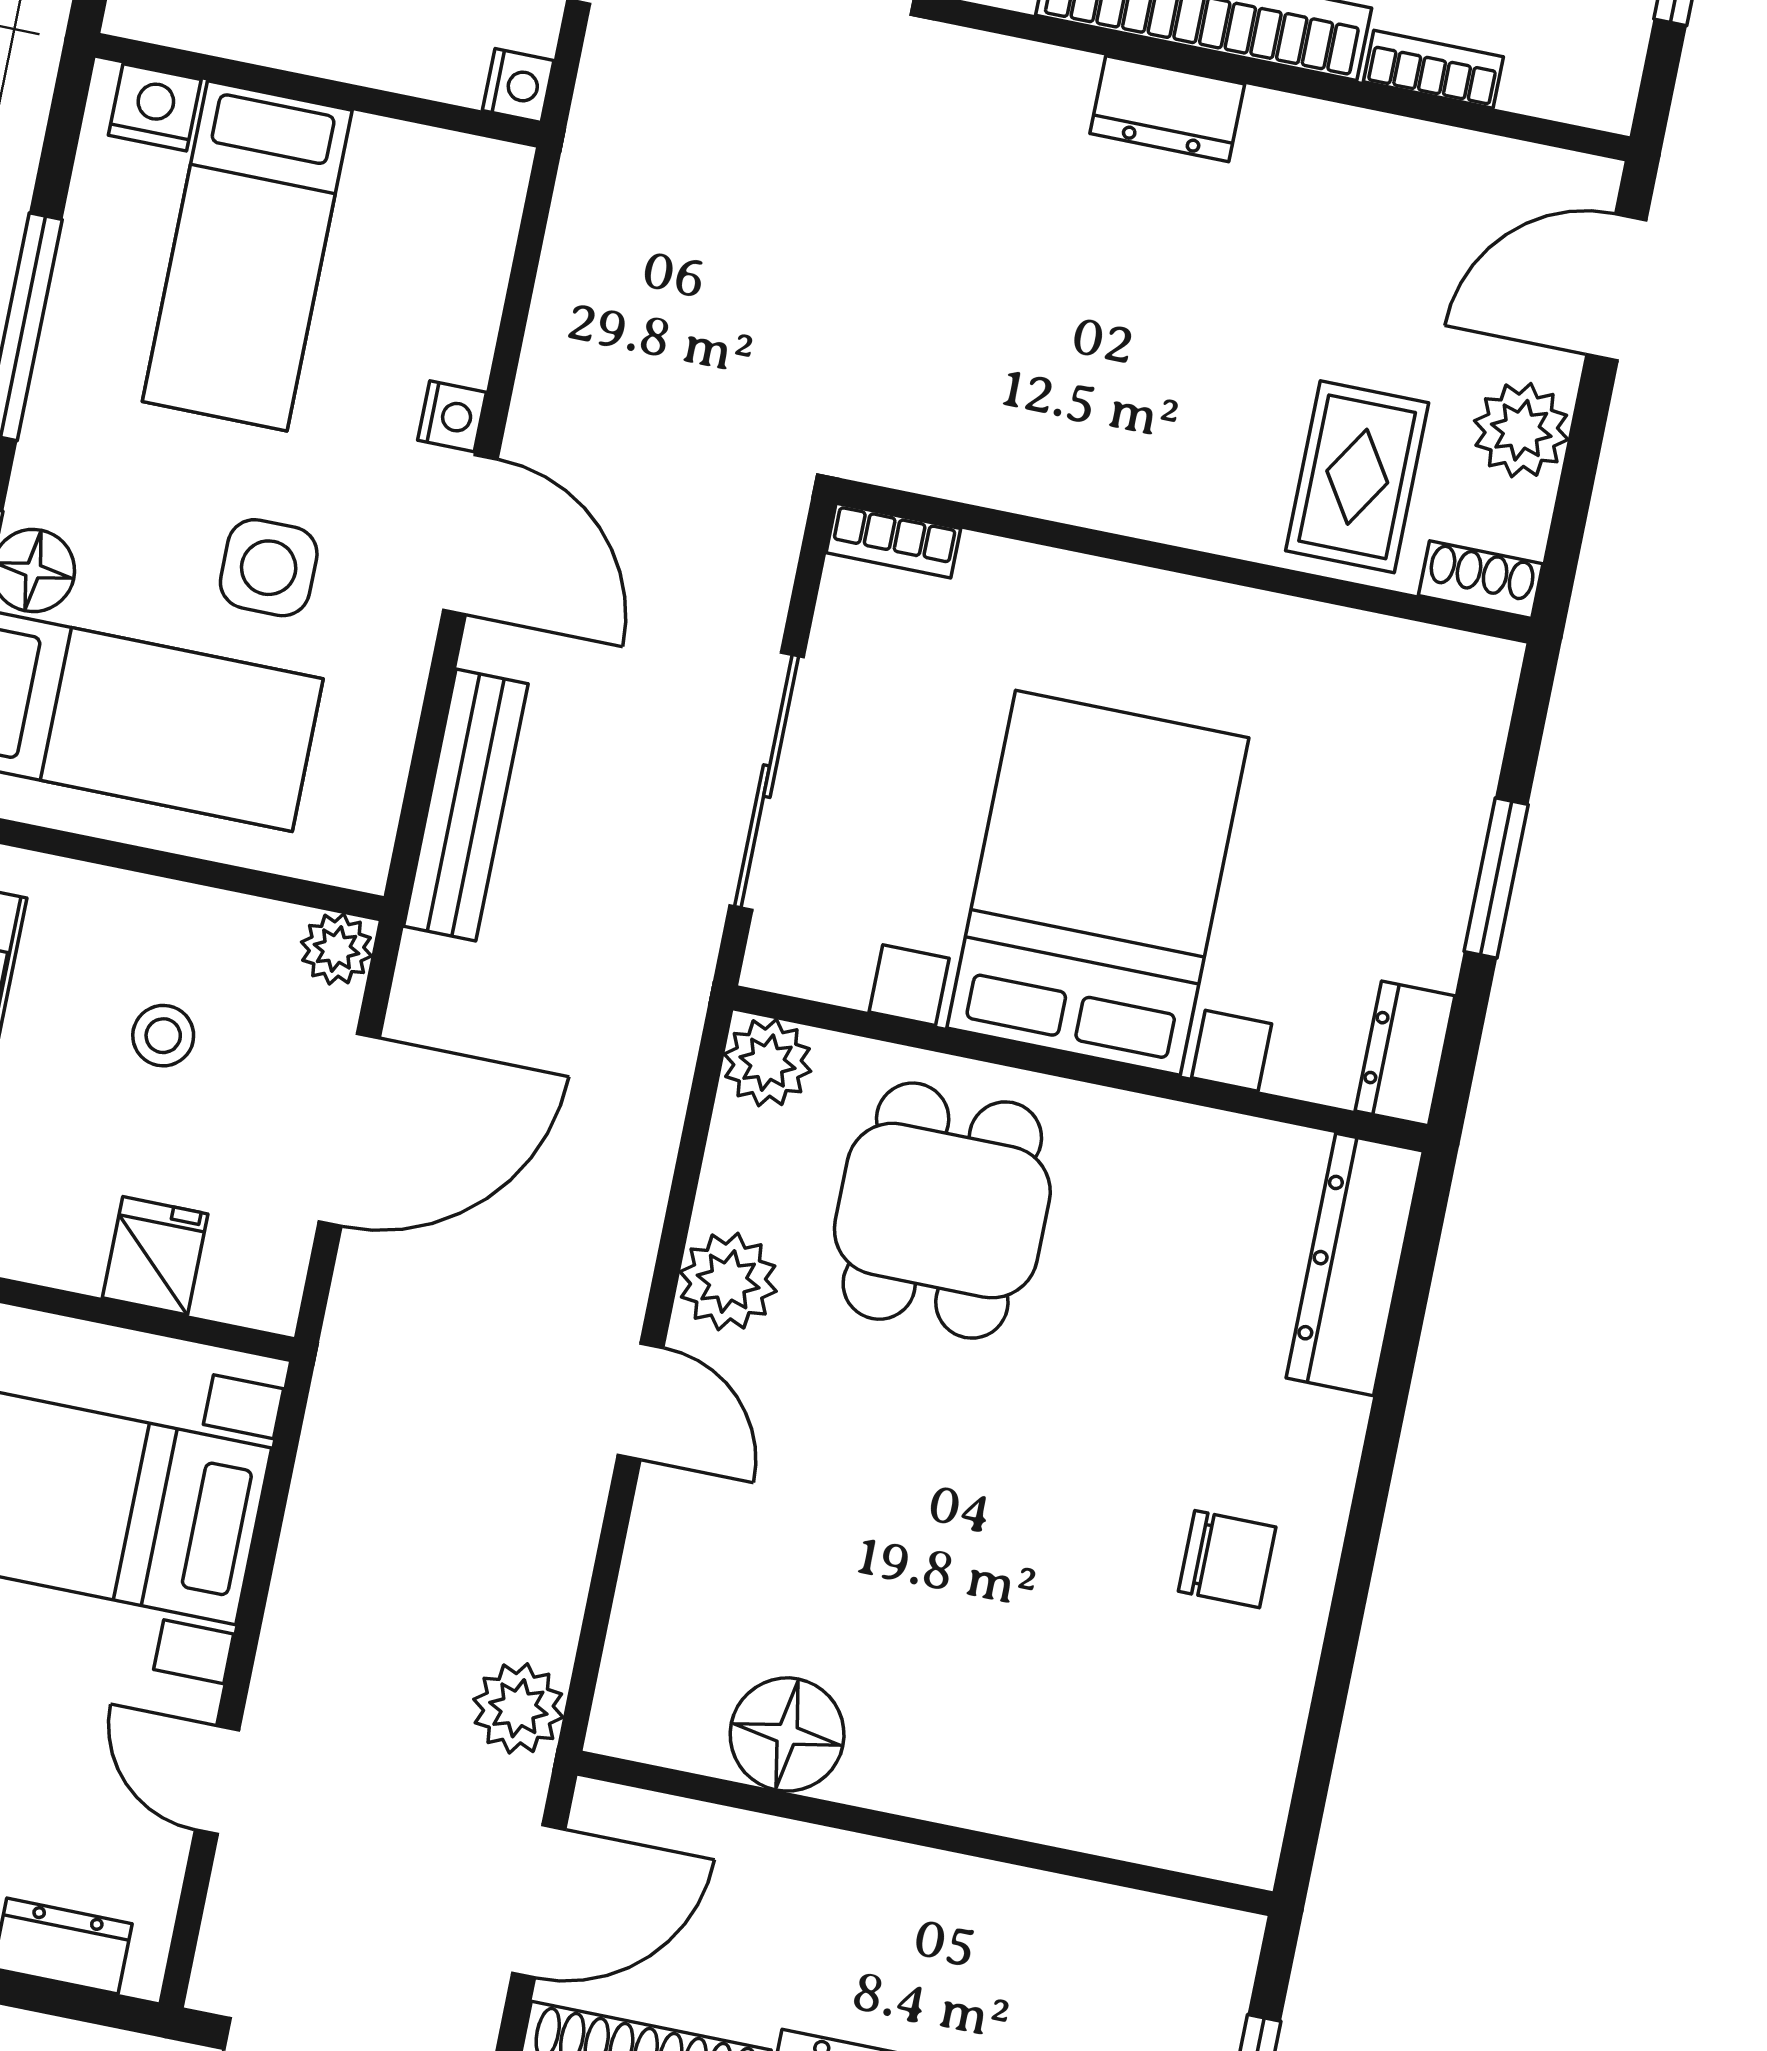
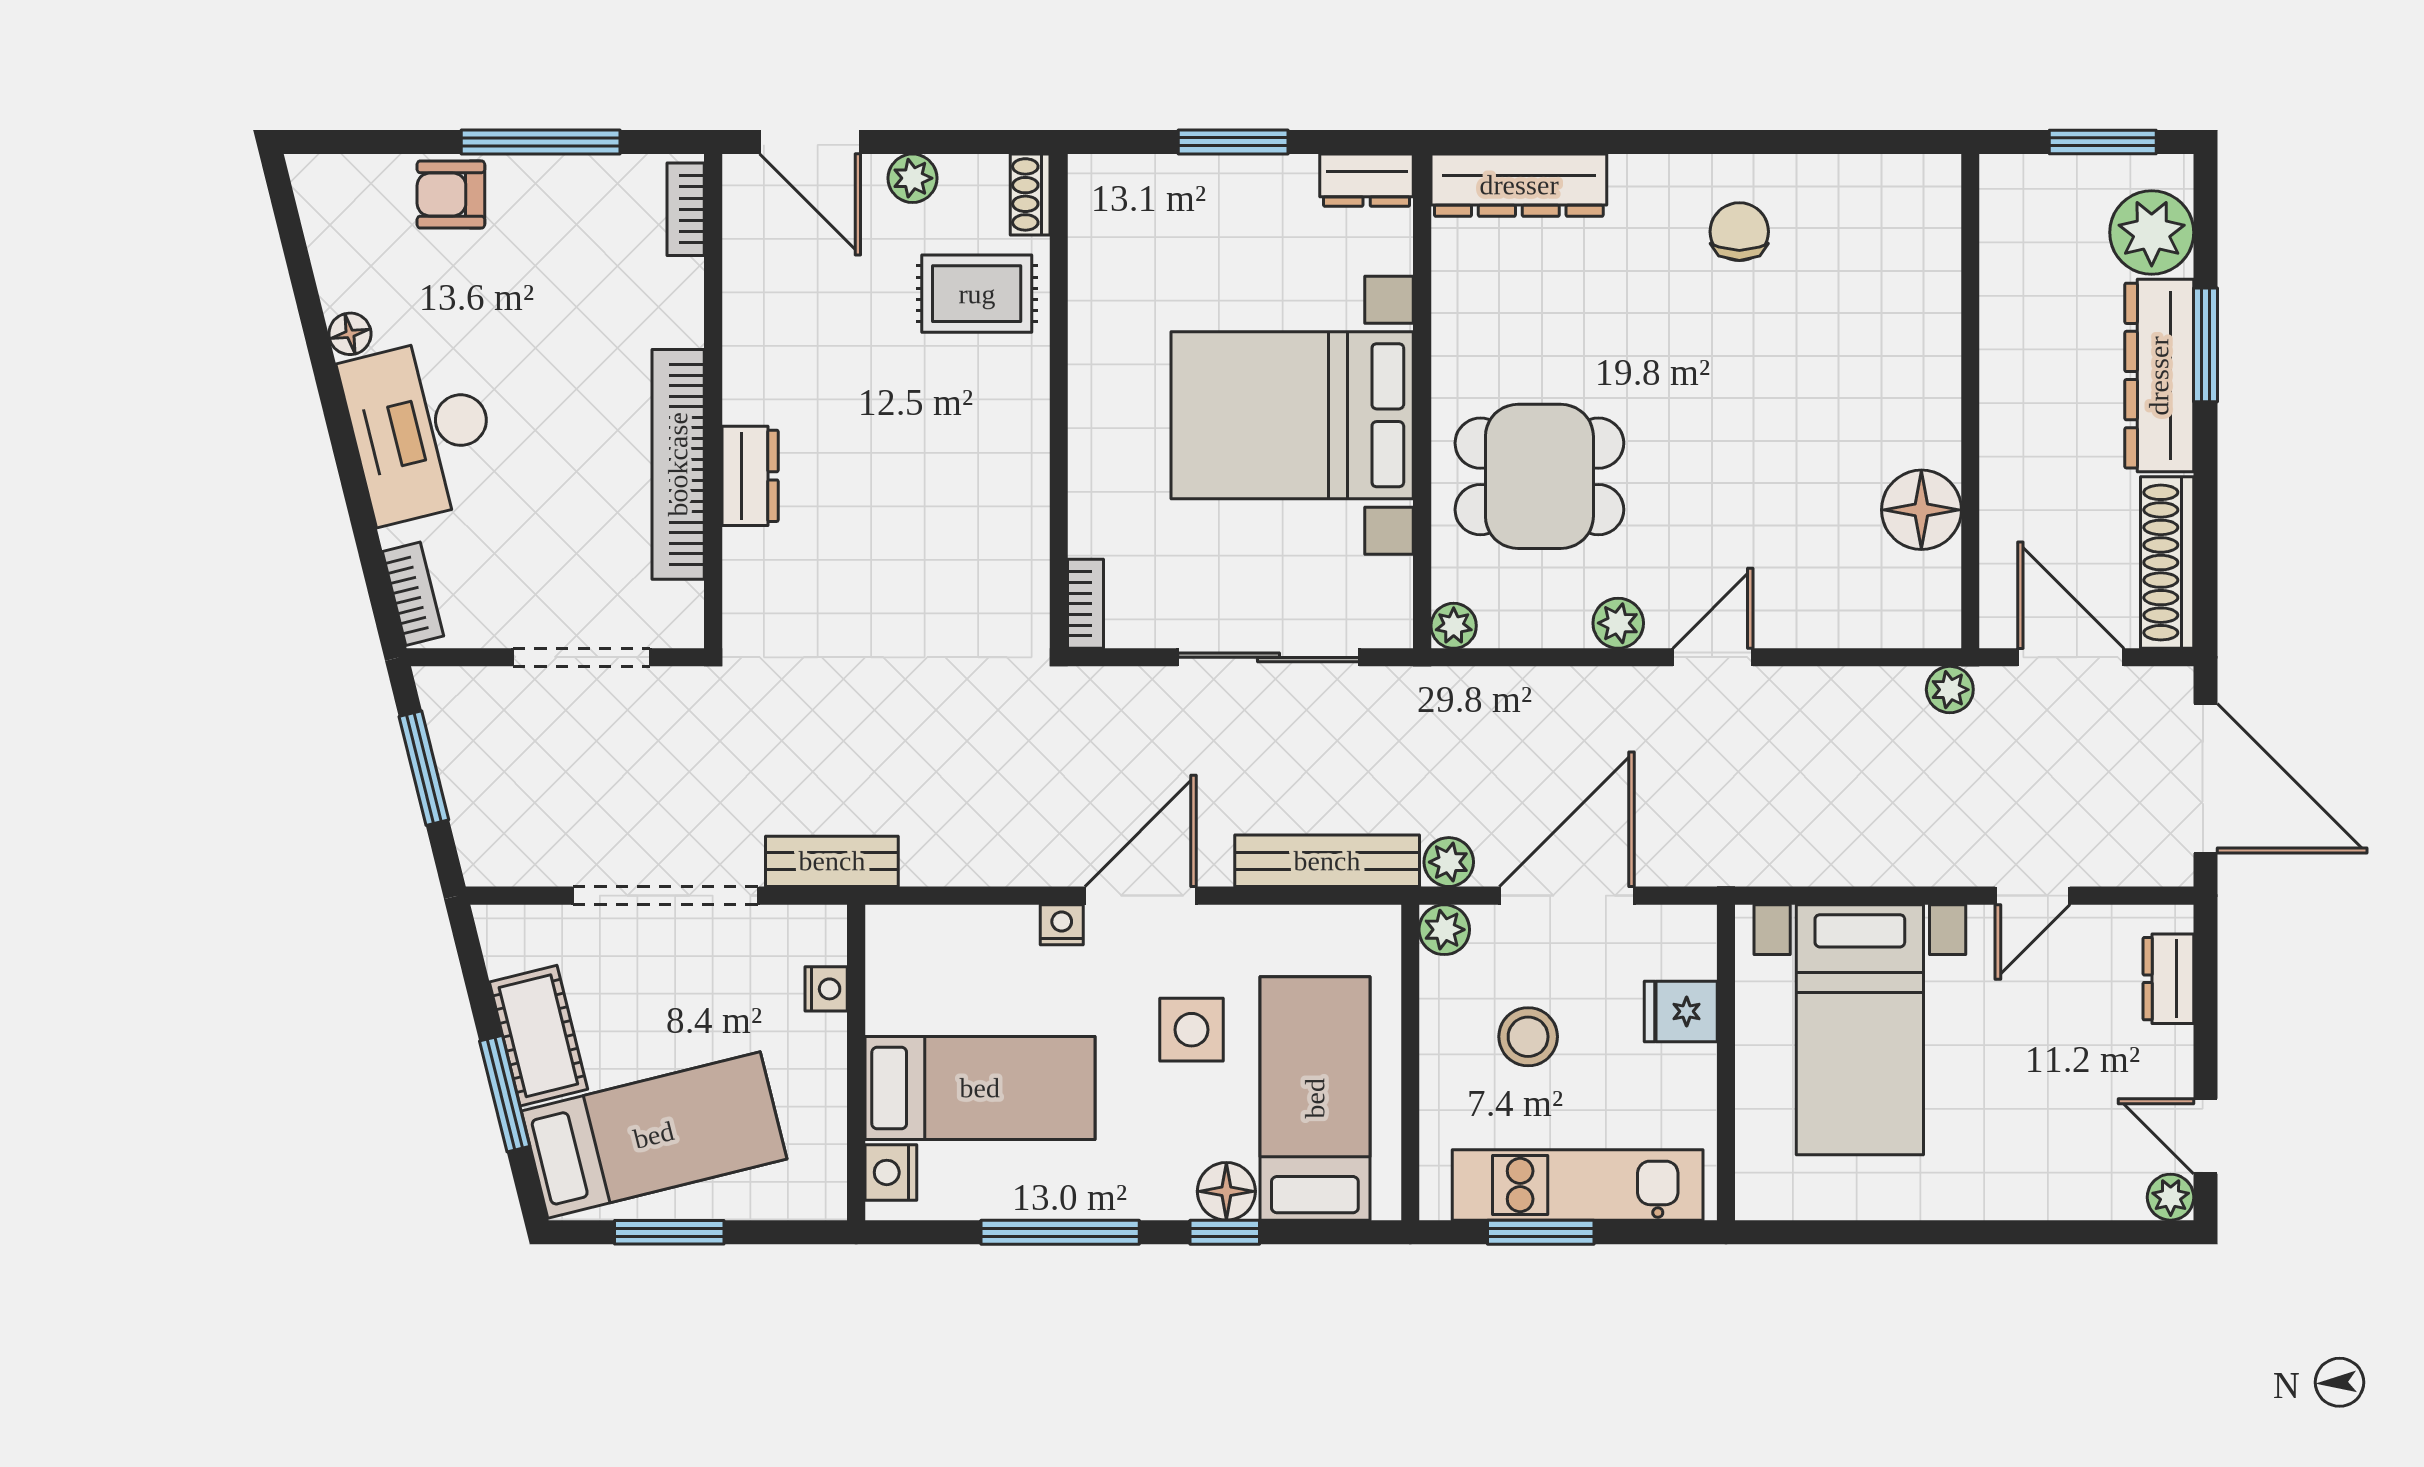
bookcase: (1433, 69) -> (686, 209), moved
nightstand: (518, 86) -> (826, 989), moved, turned 90
bench: (606, 114) -> (832, 861), added
plant: (1521, 430) -> (913, 178), width x0.73, depth x0.73
plant: (430, 974) -> (1449, 862), added
stool: (163, 1036) -> (1528, 1037), width x1.37, depth x1.37
plant: (768, 1063) -> (1454, 626), width x0.73, depth x0.73
door: (349, 1130) -> (1567, 896), hinge flipped
plant: (728, 1282) -> (1618, 623), width x0.73, depth x0.73
plant: (518, 1708) -> (1950, 690), width x0.73, depth x0.73

